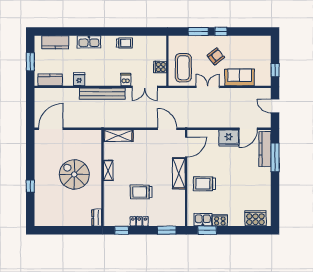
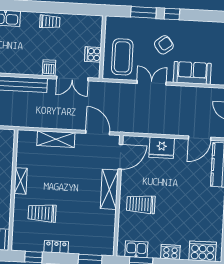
shelving: (118, 136) -> (56, 139), moved
fridge: (229, 138) -> (162, 148), moved
trolley: (141, 192) -> (42, 213), moved
cooker: (220, 220) -> (170, 252), moved

